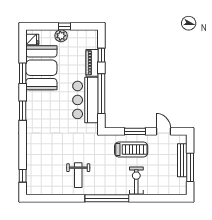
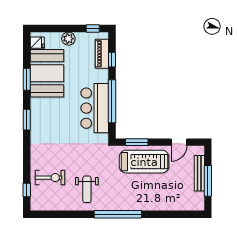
window: (64, 26) -> (93, 28), moved
piano: (92, 63) -> (102, 54), moved
window: (135, 131) -> (137, 142), moved
door: (163, 131) -> (179, 142), swing flipped
treadmill: (131, 149) -> (144, 162), width x1.37, depth x1.38
exercise bike: (136, 180) -> (50, 178), moved, turned 90

